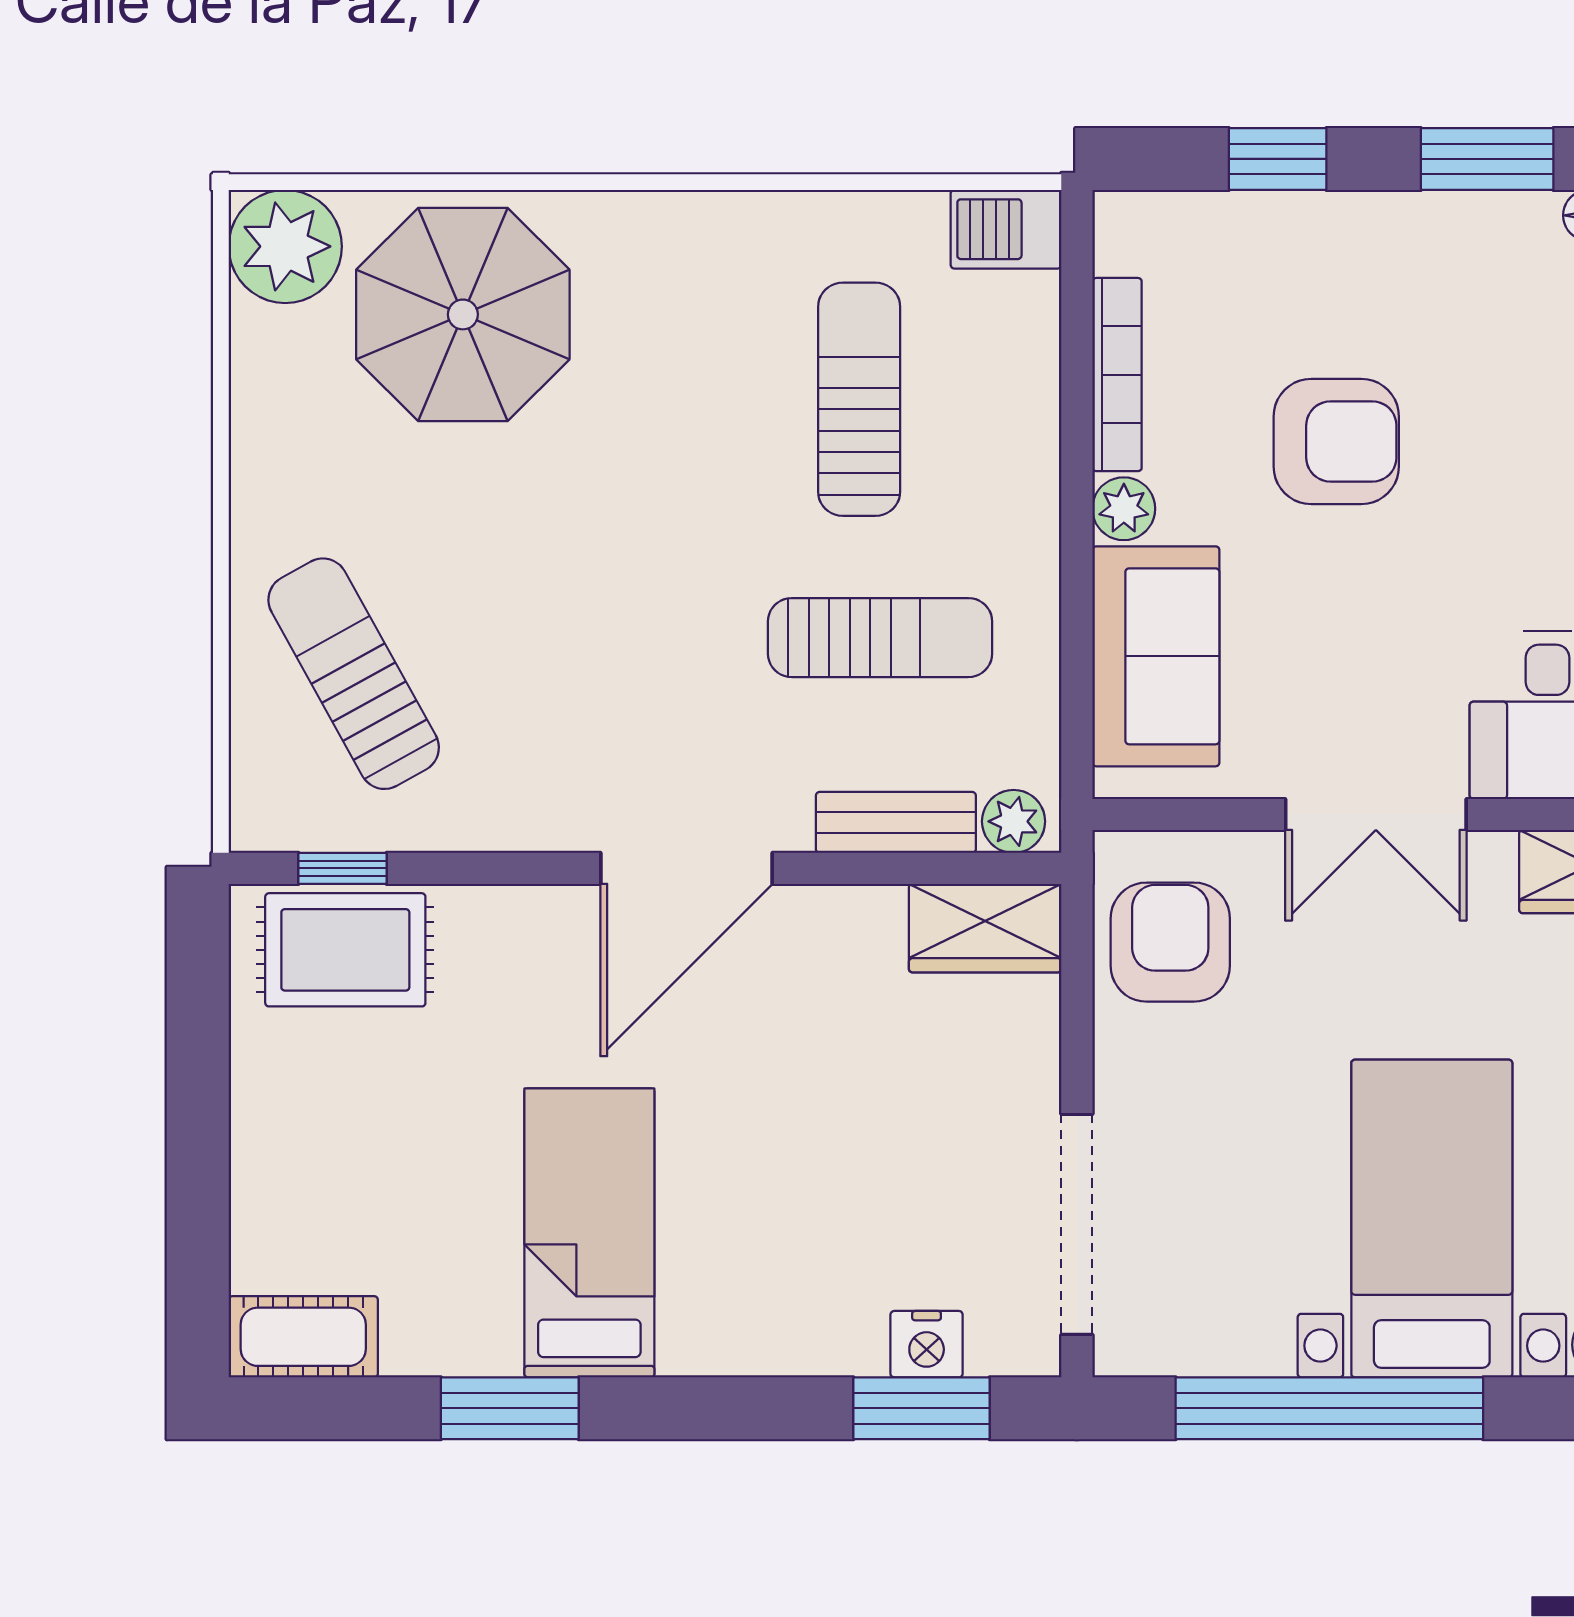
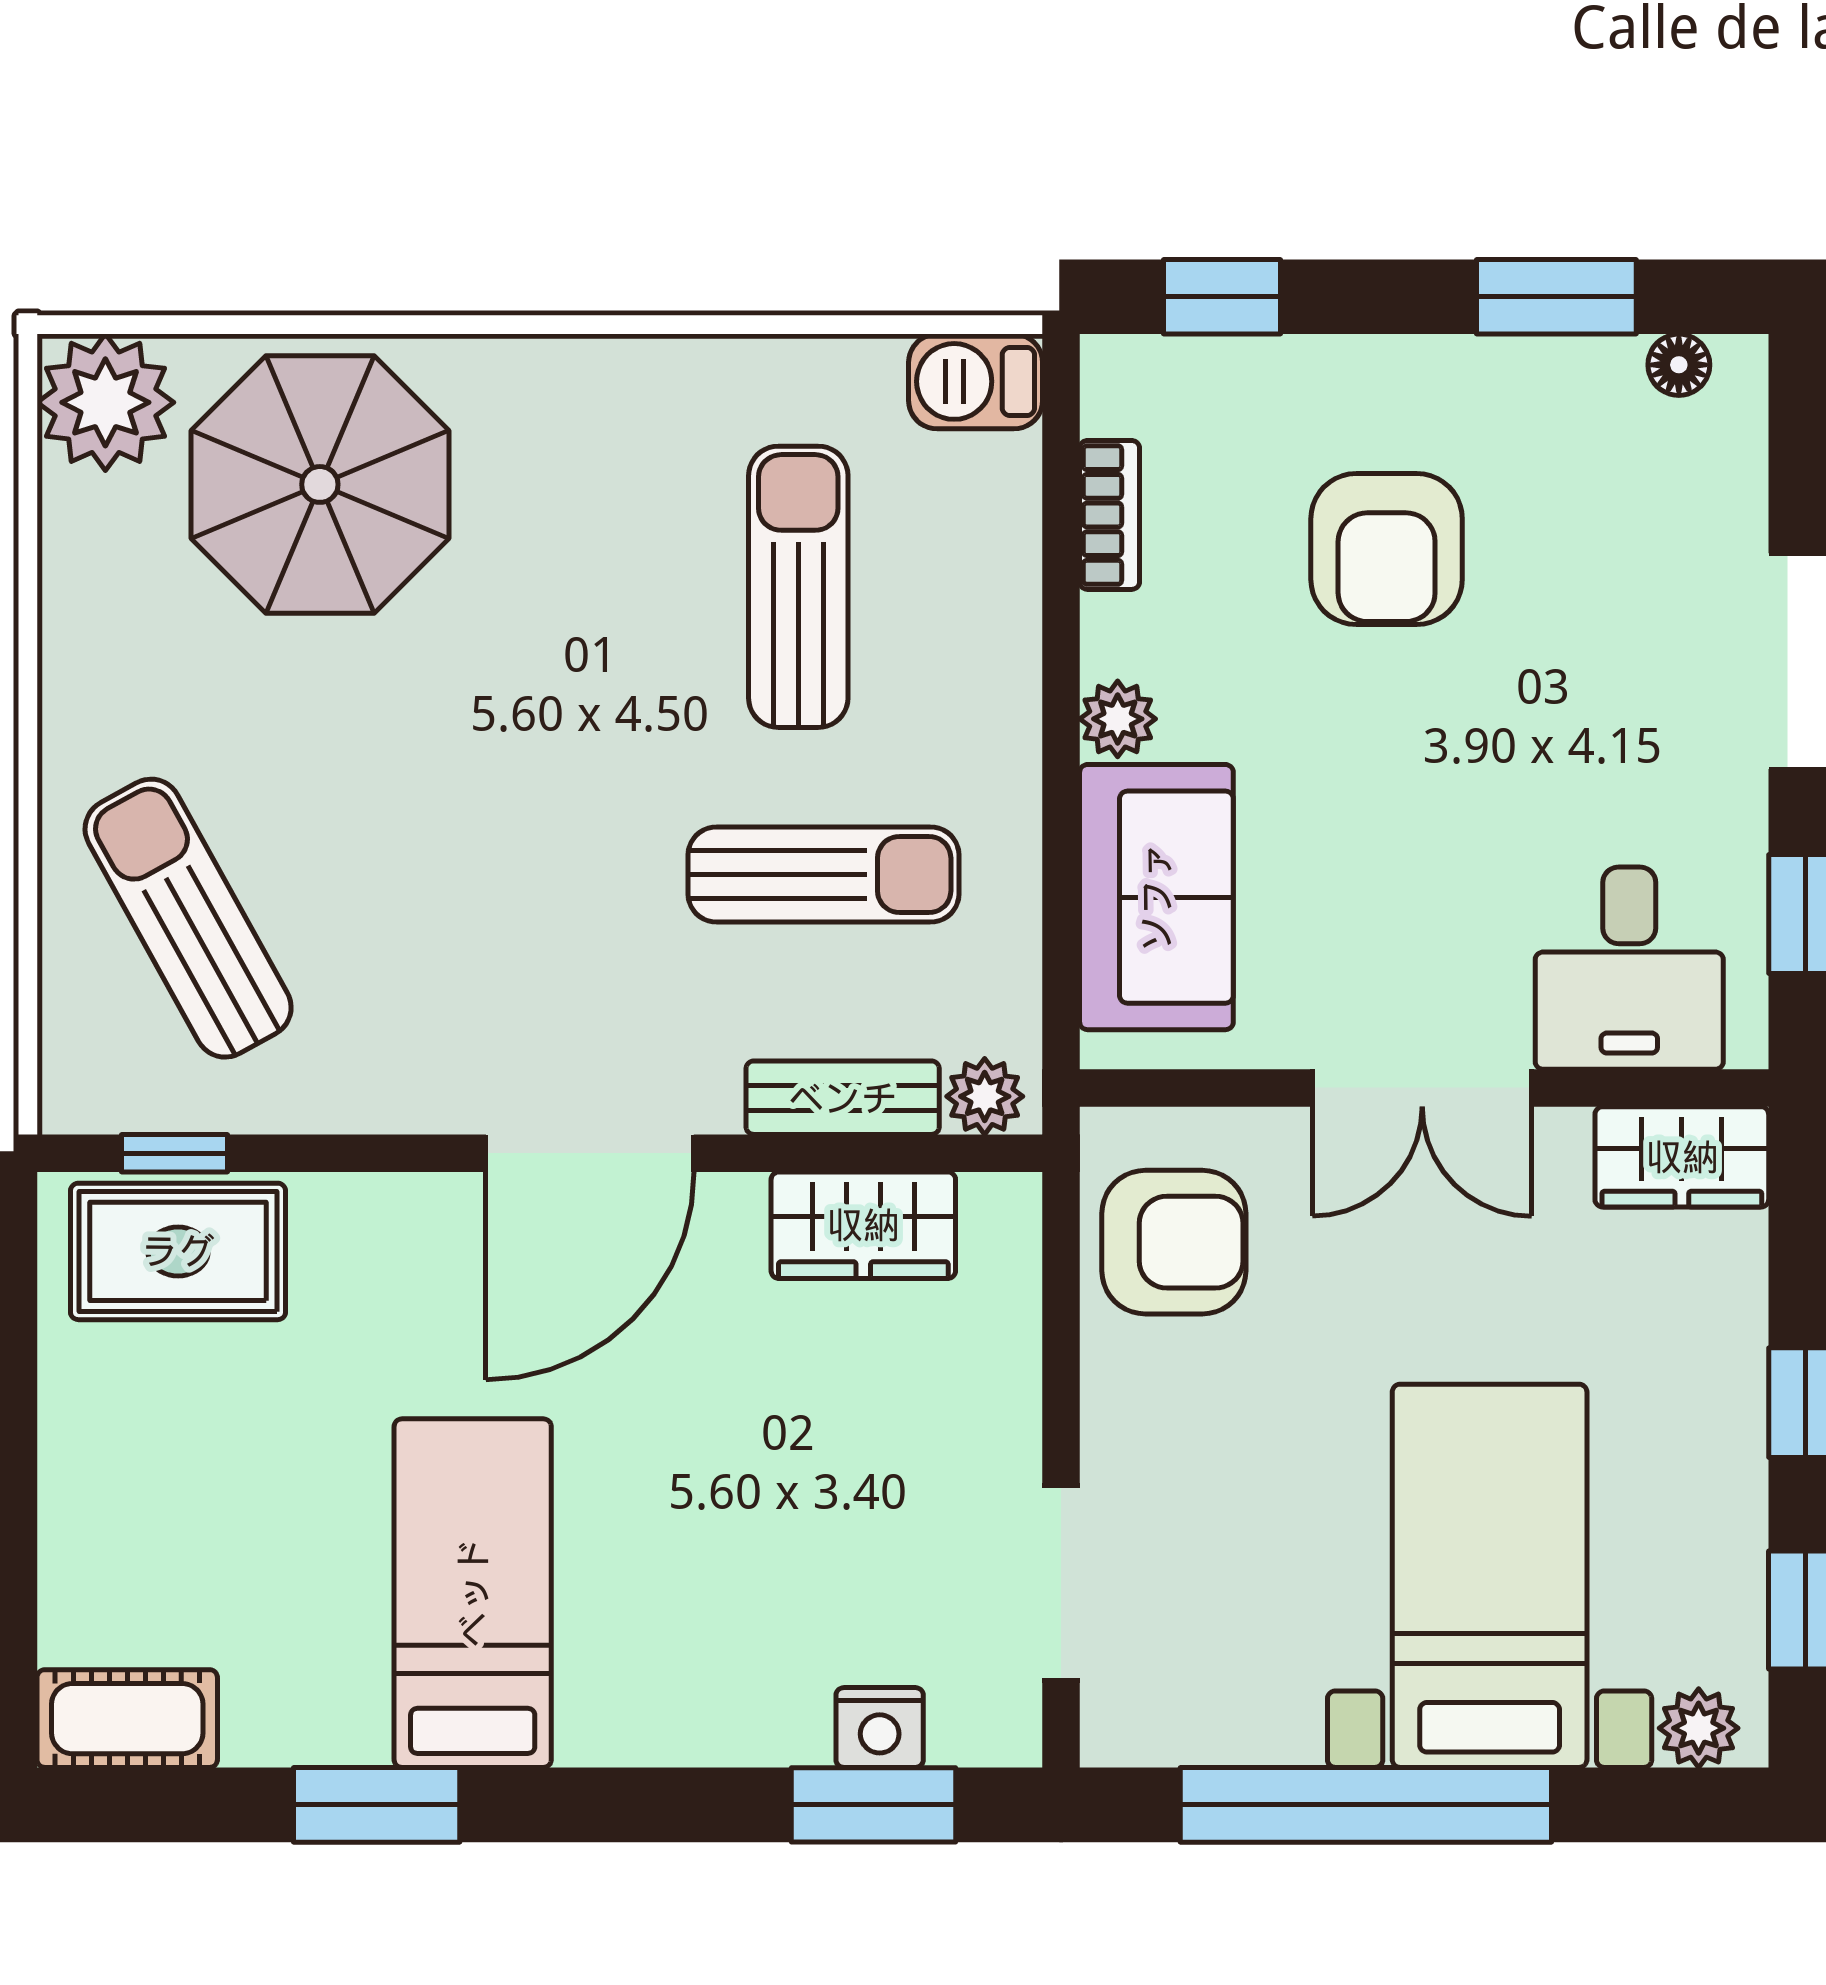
window: (1278, 159) -> (1222, 297), moved
bookcase: (1117, 375) -> (1110, 515), width x0.64
armchair: (1336, 441) -> (1387, 549), moved, turned 90
wardrobe: (985, 928) -> (863, 1225), moved
armchair: (1170, 942) -> (1174, 1242), turned 90
doorway: (1077, 1224) -> (1061, 1583), width x0.73

